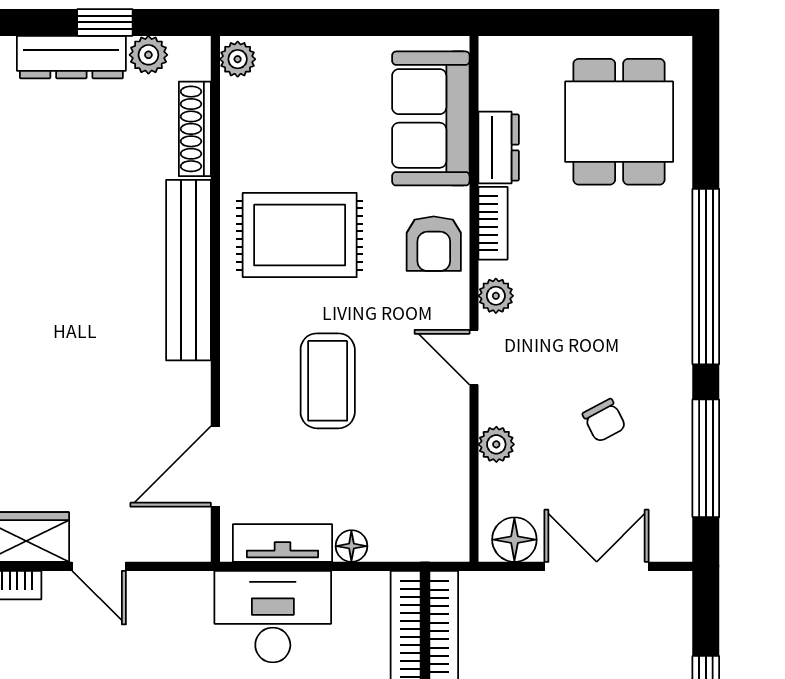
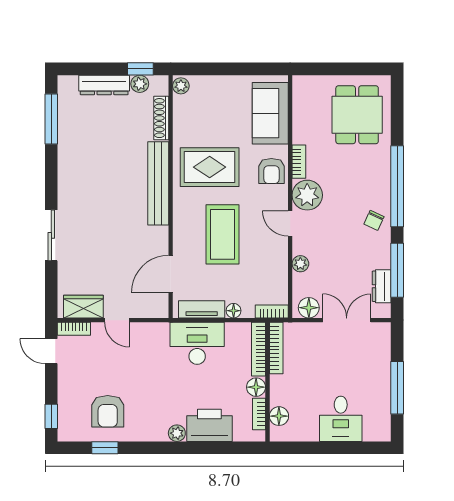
window: (105, 22) -> (140, 69), moved
dresser: (499, 148) -> (382, 286), moved, turned 180
plant: (496, 296) -> (307, 195), width x1.87, depth x1.87
coffee table: (328, 381) -> (223, 234), width x1.36, depth x1.32
chair: (604, 420) -> (374, 220), moved, turned 53
bookcase: (434, 548) -> (272, 311), added

